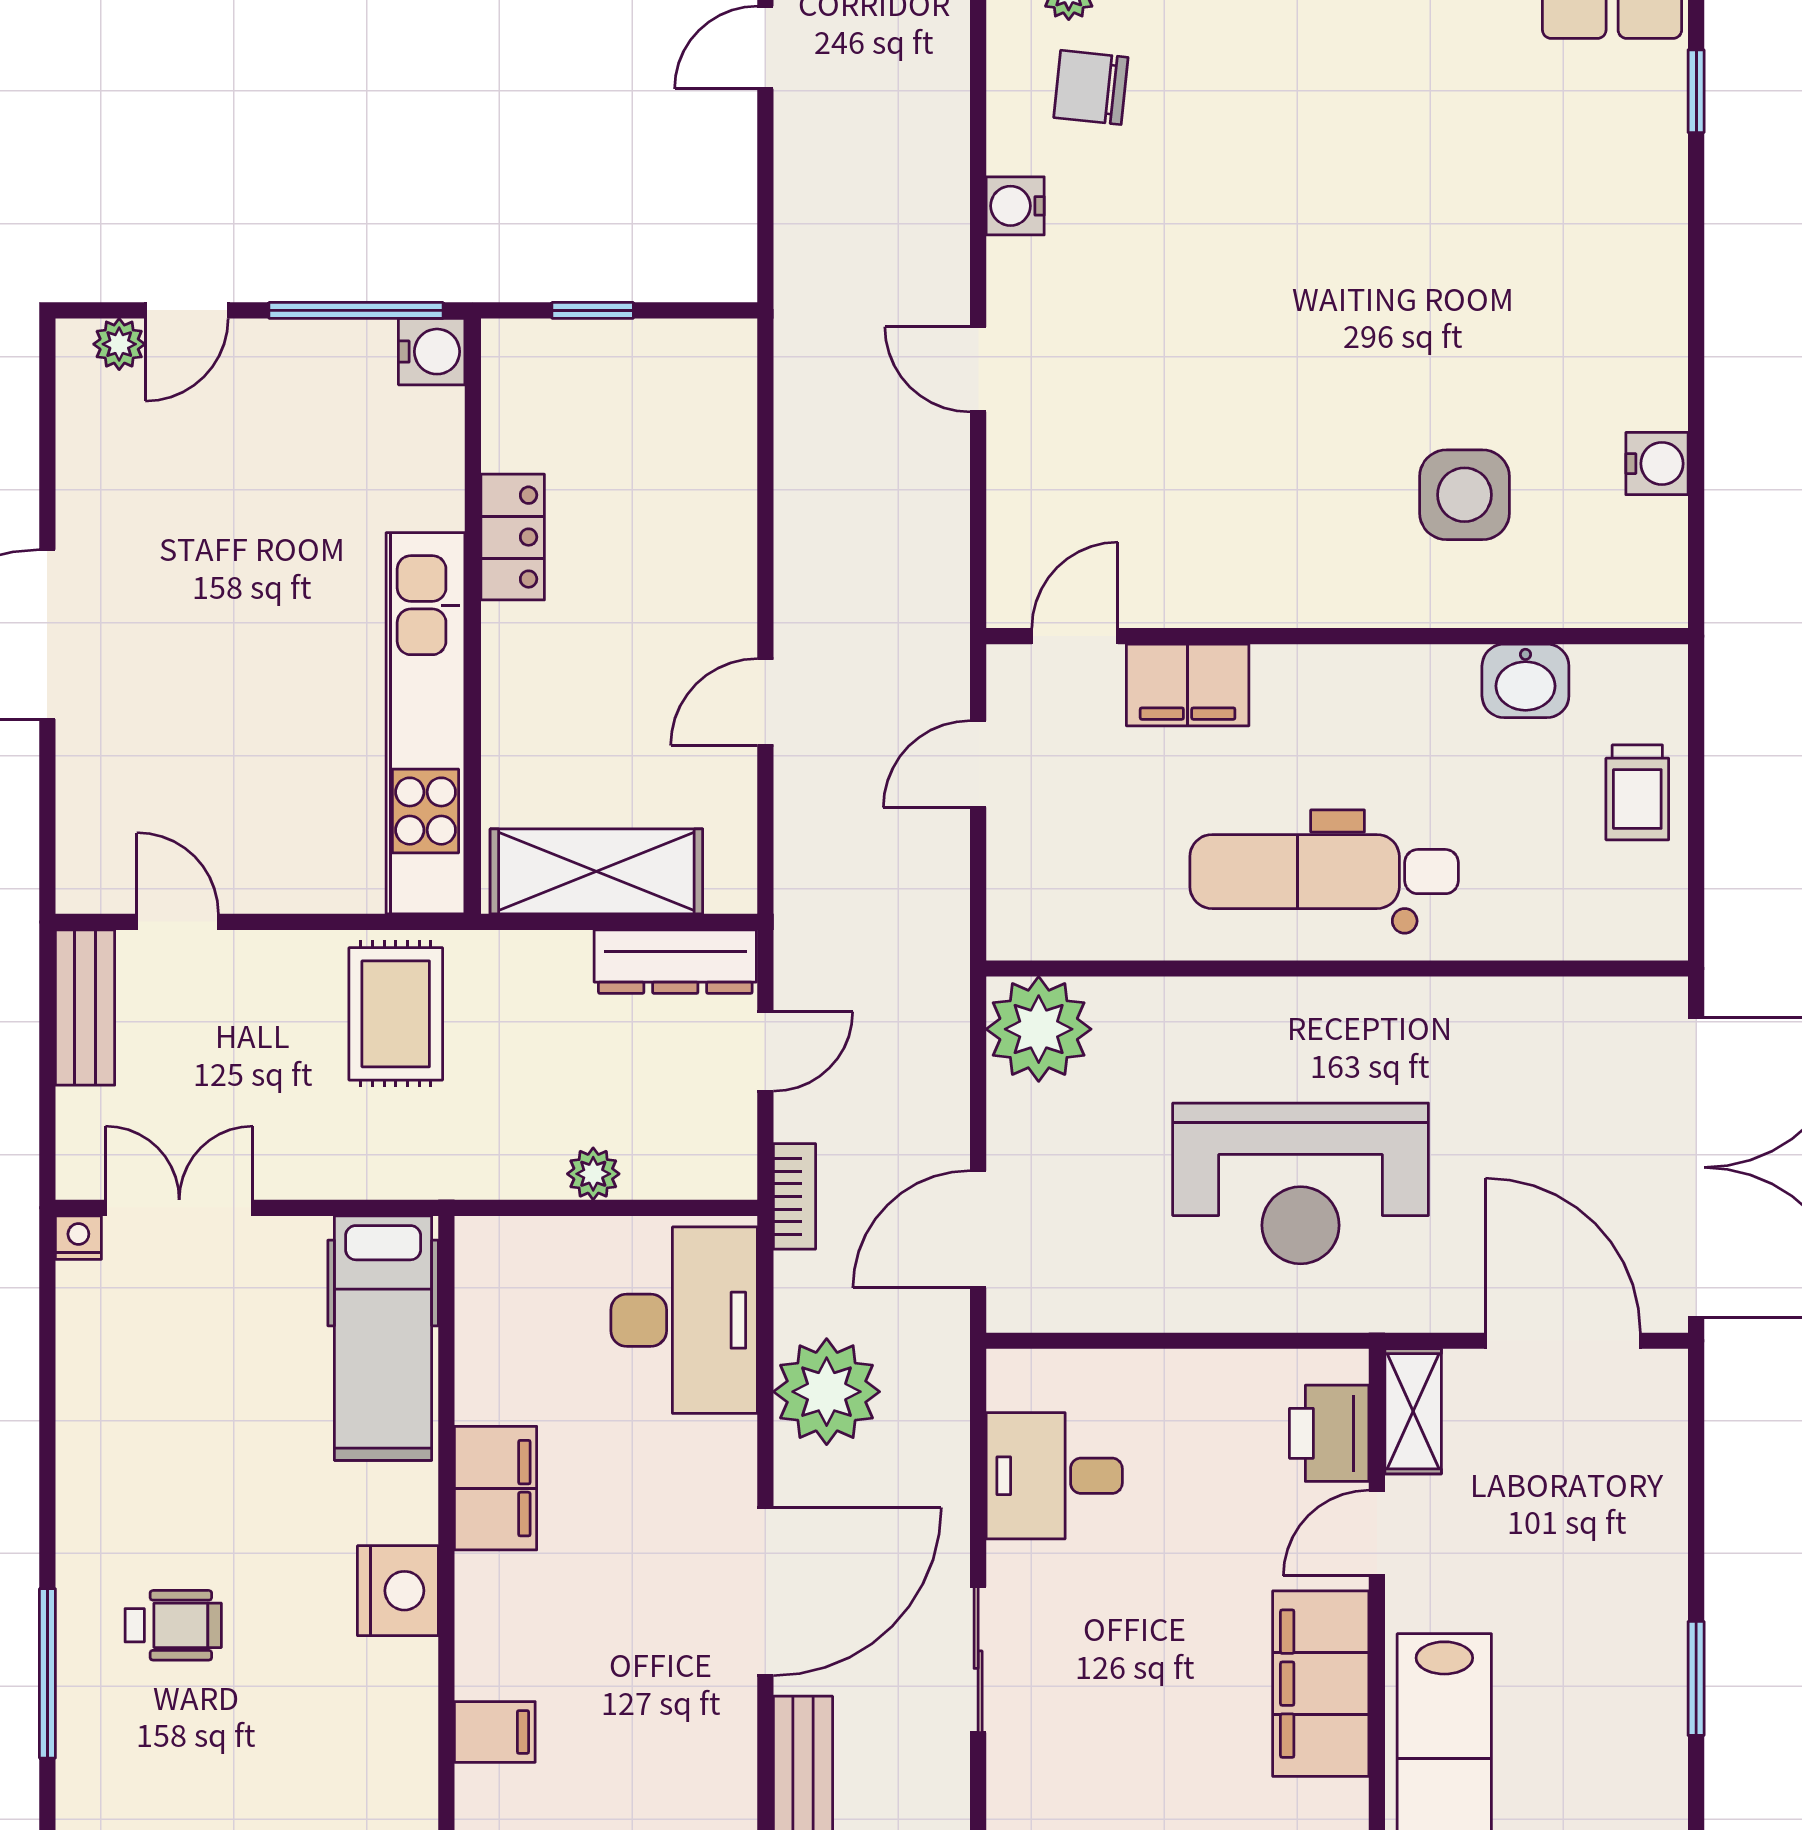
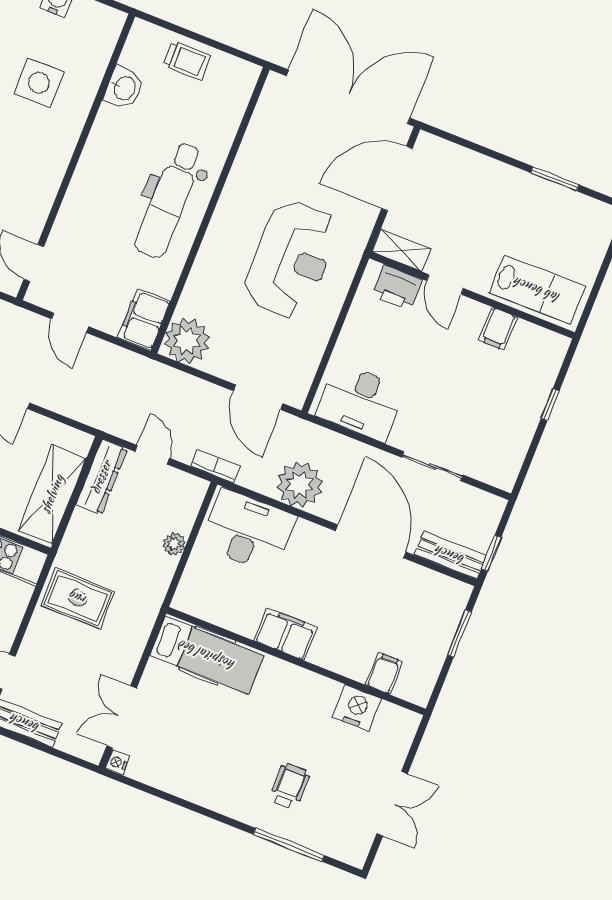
filing cabinet: (1188, 685) -> (144, 320), moved, turned 180
desk: (1054, 1476) -> (361, 402), width x1.37
nightstand: (398, 1591) -> (357, 708), moved
filing cabinet: (1321, 1684) -> (498, 329), width x0.33, depth x0.86

